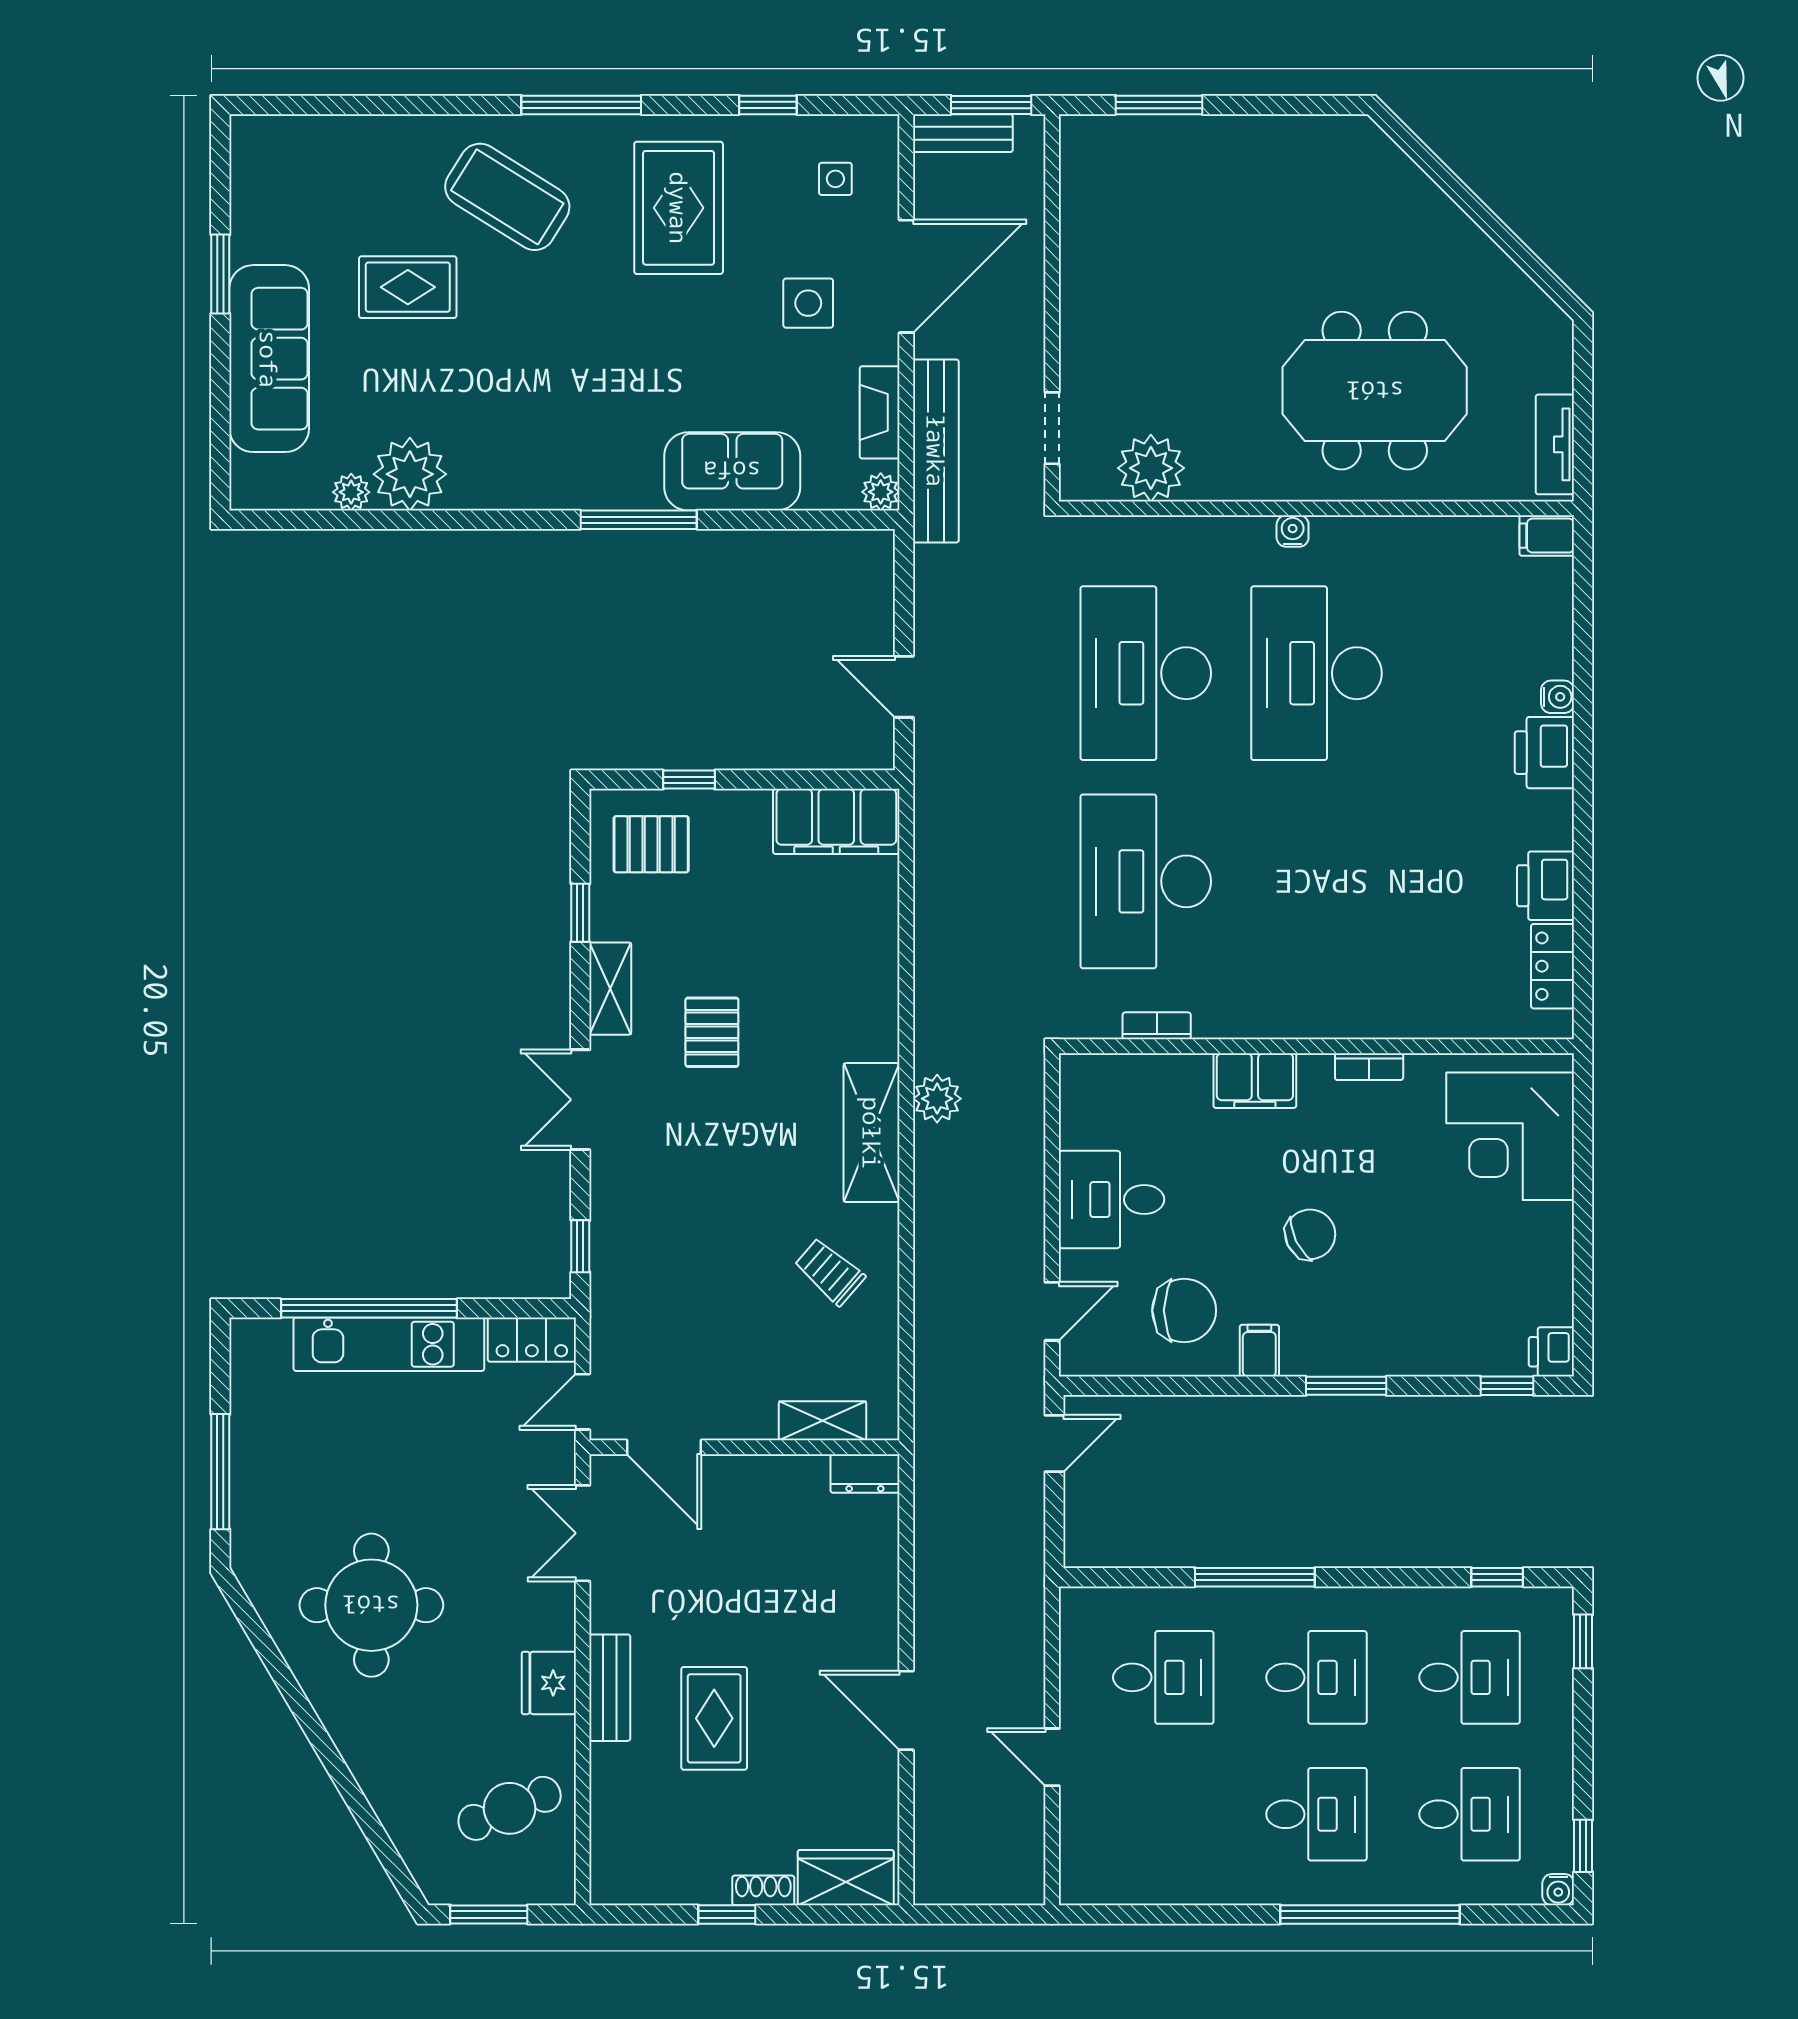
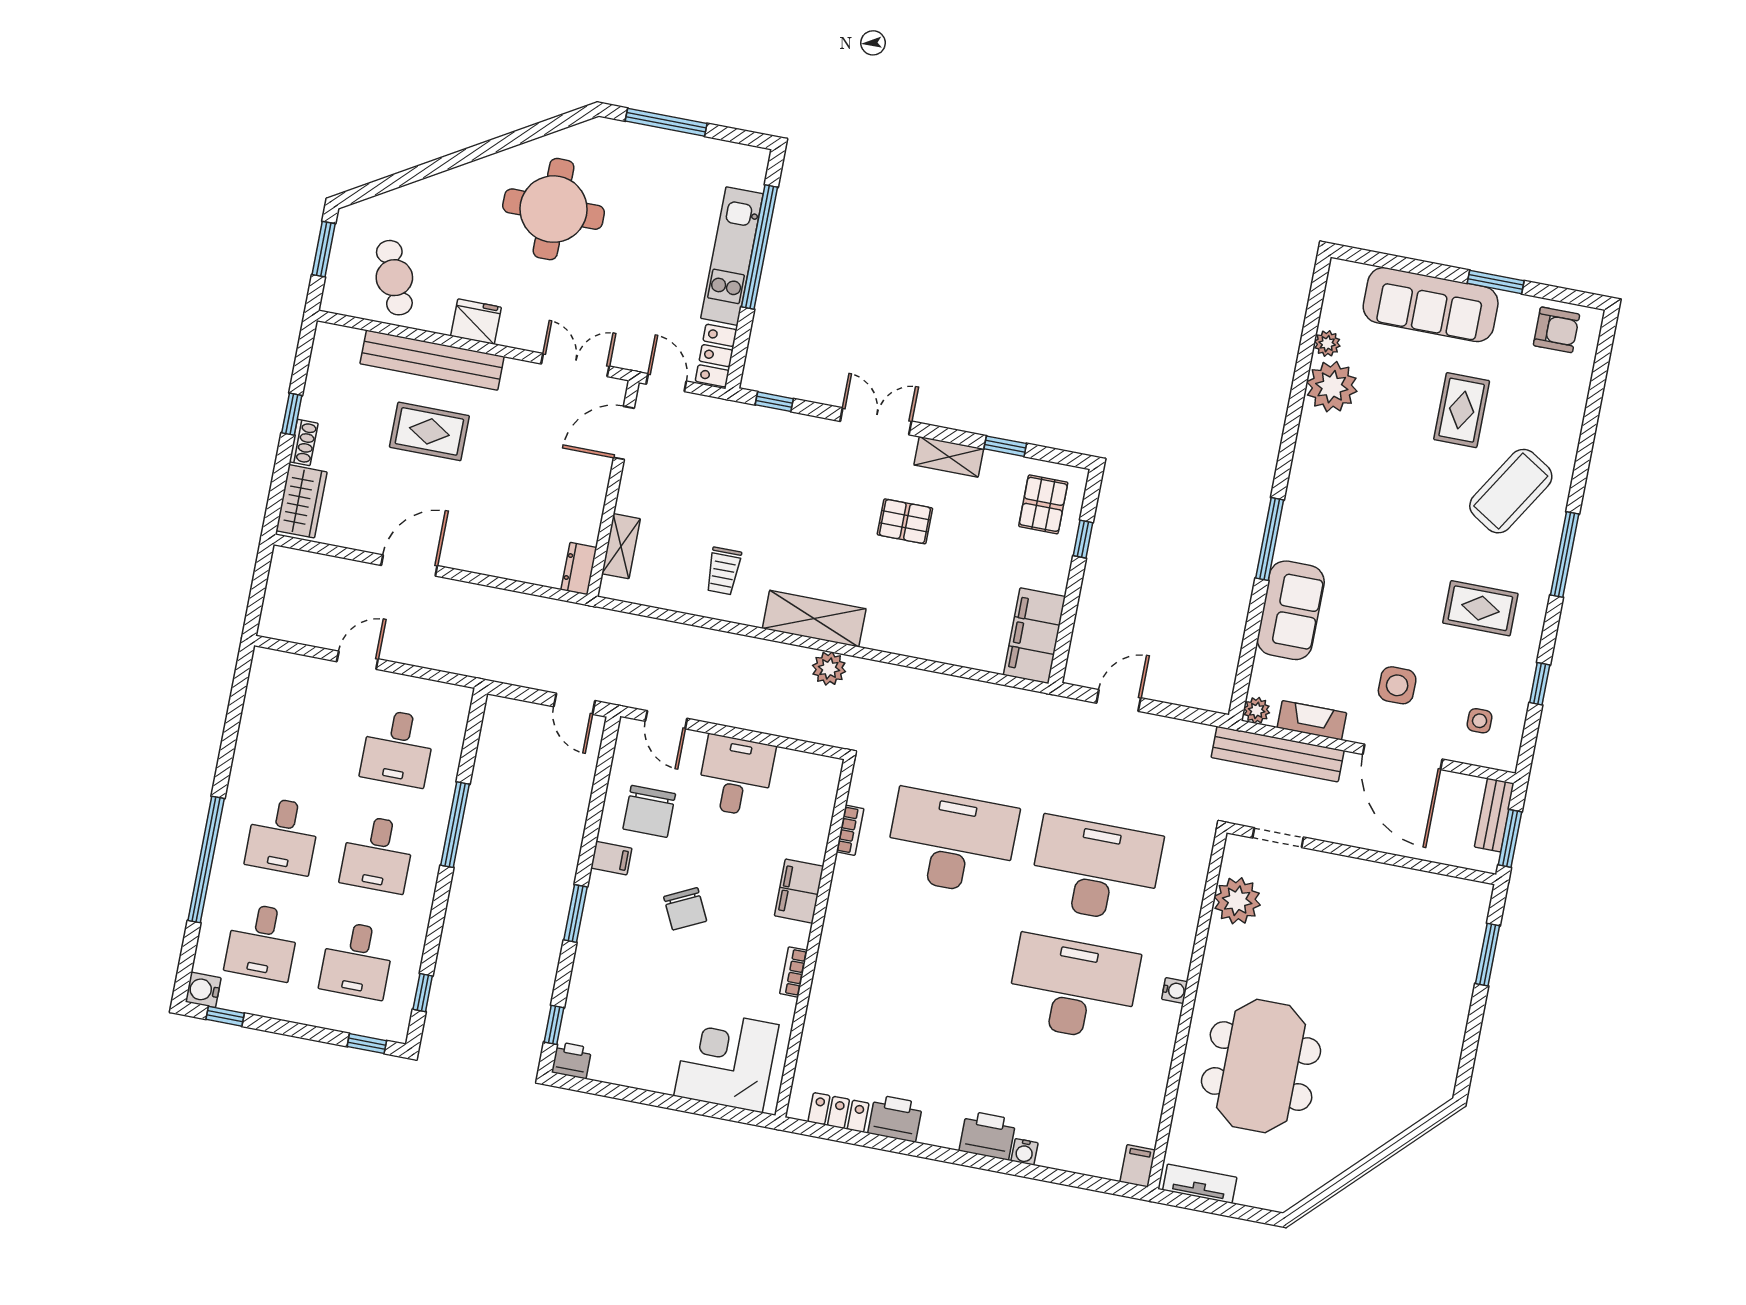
armchair: (271, 177) -> (1556, 330), added
rug: (679, 208) -> (1480, 608), width x0.73, depth x0.70
trolley: (830, 1272) -> (723, 571), turned 139
bench: (610, 1688) -> (432, 360), width x1.86, depth x1.21
water cooler: (1558, 1890) -> (203, 990), width x1.38, depth x1.38

